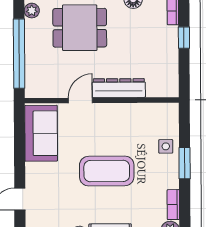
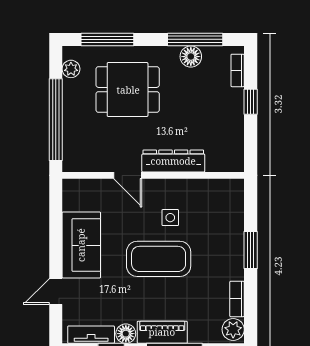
door: (80, 100) -> (128, 175), swing flipped
sofa: (41, 133) -> (81, 245), moved
side table: (166, 146) -> (170, 218), moved

